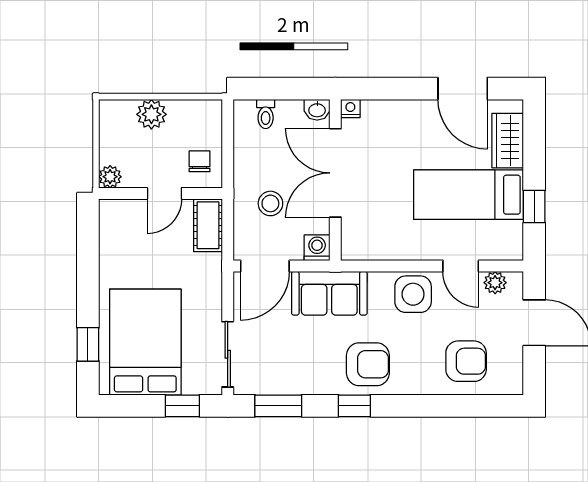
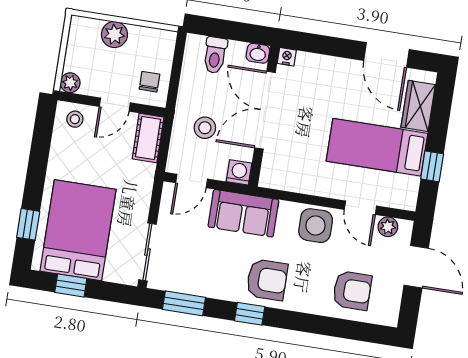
toilet: (266, 114) -> (215, 55), width x1.37, depth x1.39
stool: (122, 217) -> (75, 119), added
door: (265, 266) -> (192, 181), width x0.73
window: (182, 406) -> (71, 285), moved

